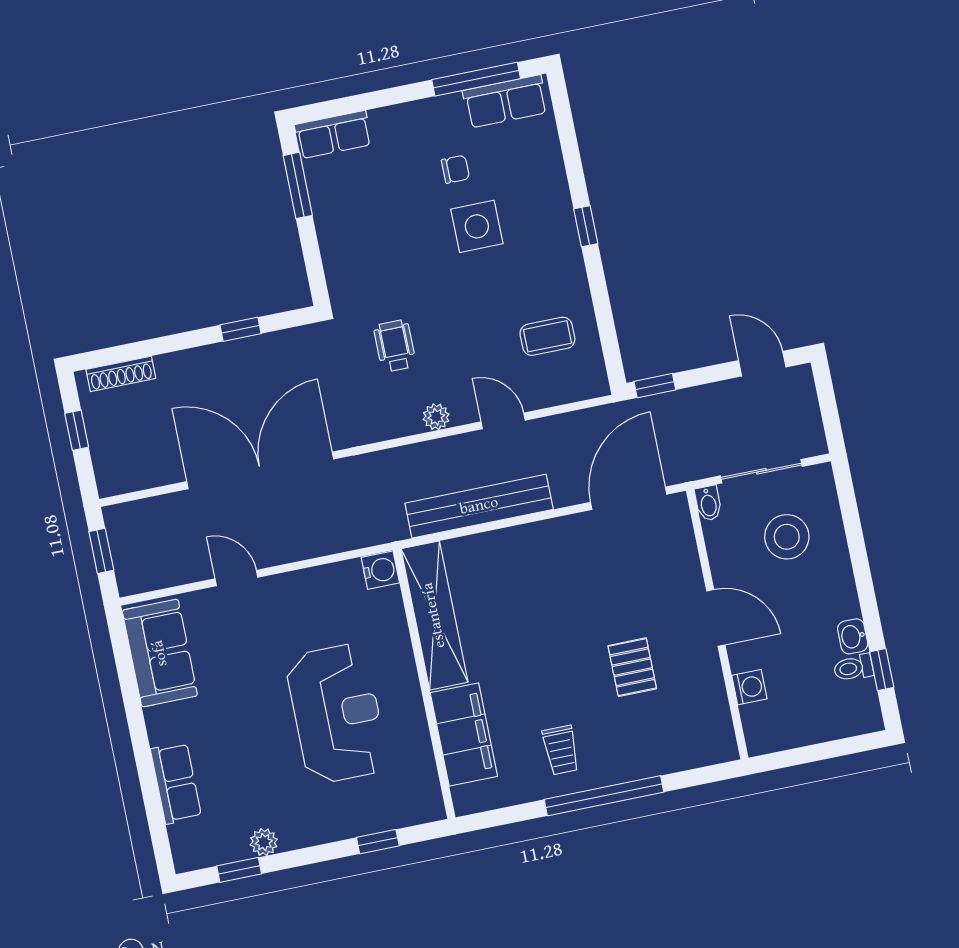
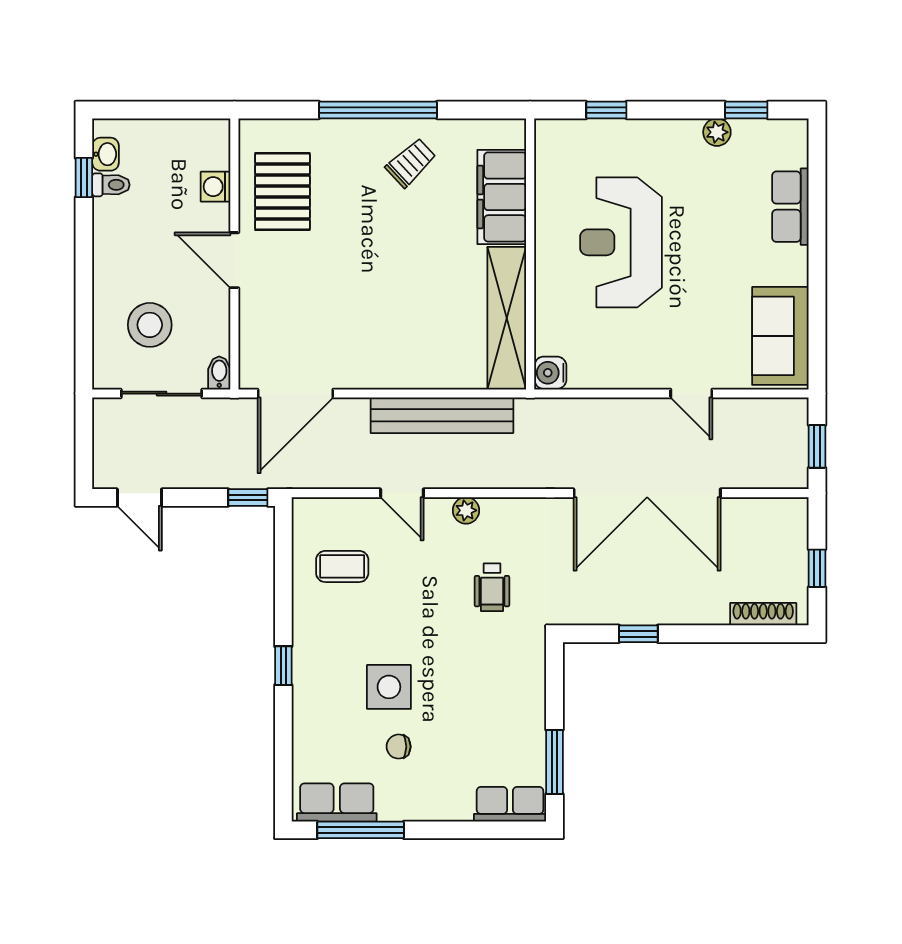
washbasin: (853, 636) -> (106, 154), moved
pallet: (632, 667) -> (282, 191), moved, width x1.50, depth x1.42
trolley: (561, 750) -> (411, 163), turned 47

